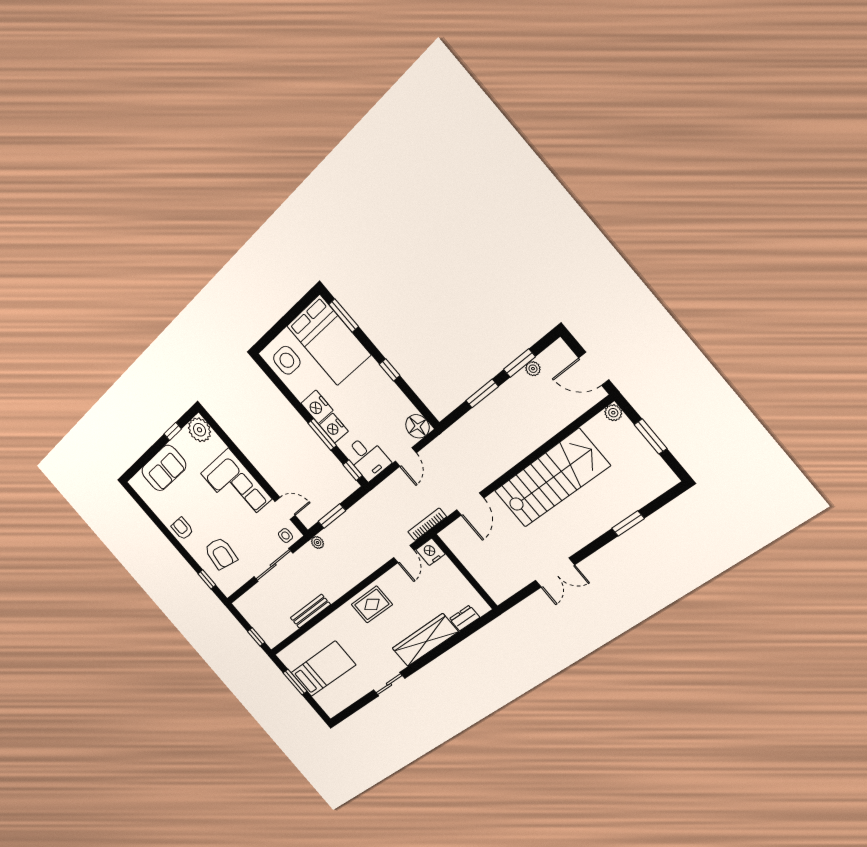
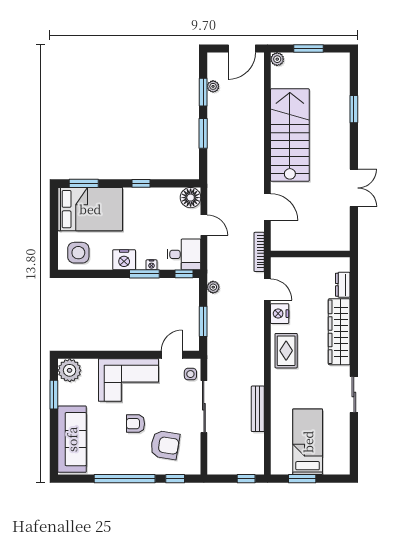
nightstand: (334, 428) -> (152, 265), width x0.53, depth x0.56
window: (173, 431) -> (54, 395), width x1.50
sofa: (164, 468) -> (72, 439), width x1.36
armchair: (182, 529) -> (135, 424), moved
window: (172, 538) -> (125, 479), added
plant: (317, 543) -> (213, 287), moved
nightstand: (431, 552) -> (280, 314), moved

